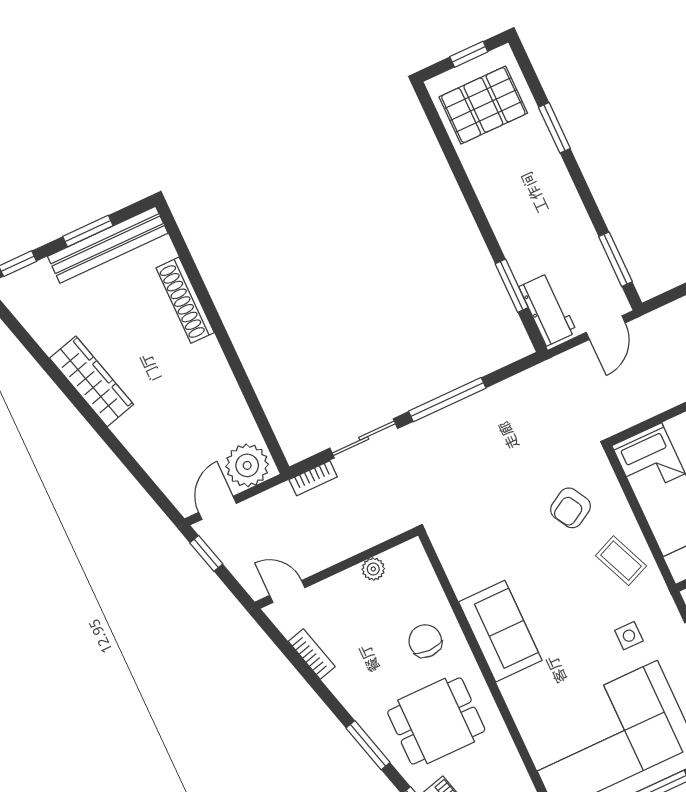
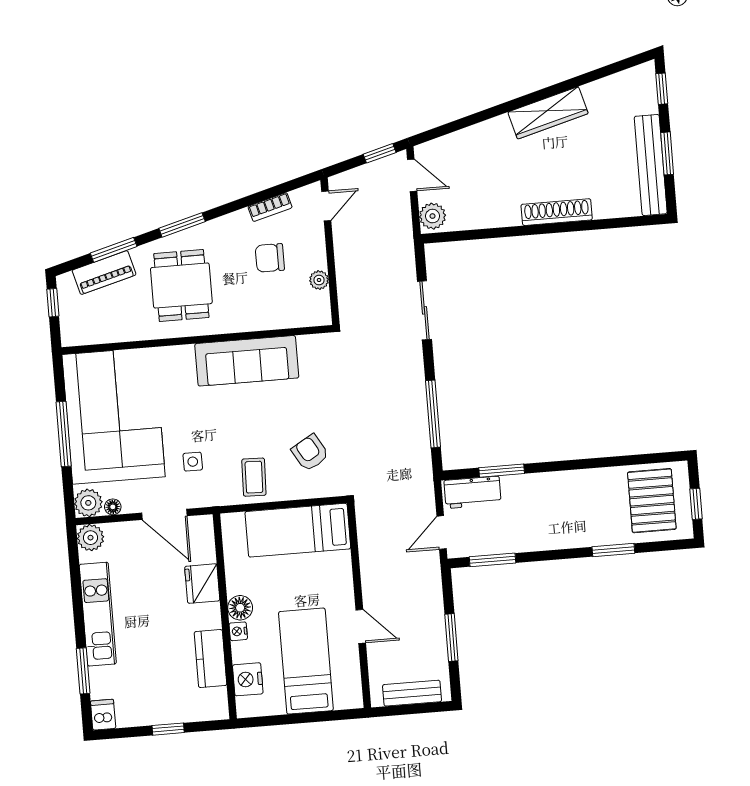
shoe rack: (185, 300) -> (557, 212), moved
door: (606, 328) -> (442, 533), hinge flipped
window: (447, 400) -> (433, 414), moved
plant: (247, 465) -> (433, 216), width x0.73, depth x0.73
bookcase: (313, 478) -> (408, 259), removed
coffee table: (621, 561) -> (254, 477), turned -65
sofa: (500, 631) -> (247, 361), width x1.36
chair: (425, 641) -> (270, 258), moved, turned 180

